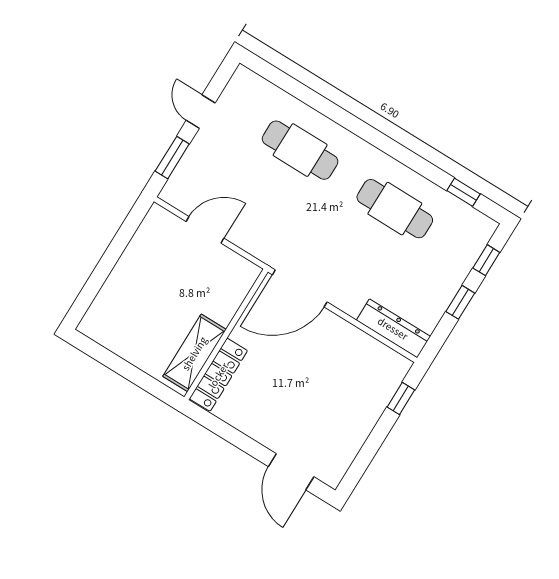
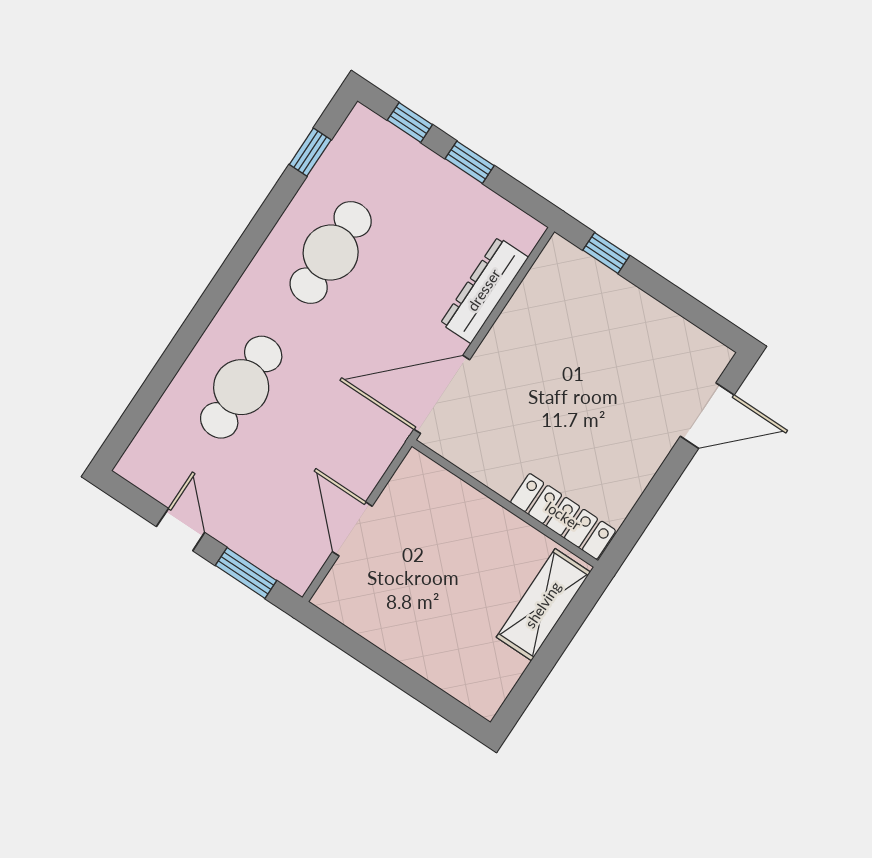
door: (201, 112) -> (181, 530), swing flipped
door: (300, 288) -> (442, 394), swing flipped
dresser: (393, 328) -> (484, 290), moved
shelving: (194, 353) -> (543, 605), moved, turned 90

